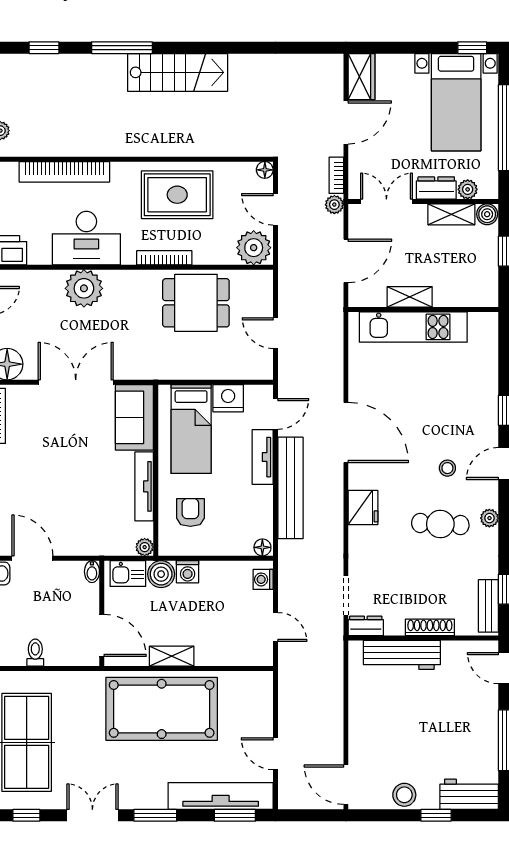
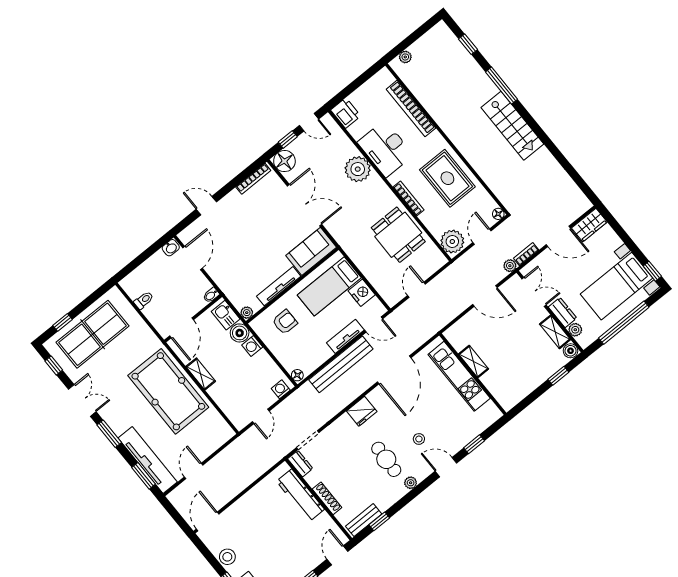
shelving: (410, 297) -> (473, 361), moved
wall: (423, 309) -> (473, 374), moved
kitchen unit: (413, 327) -> (459, 376), moved

